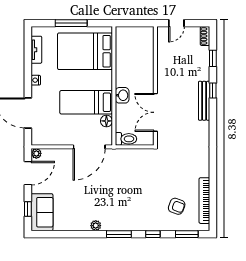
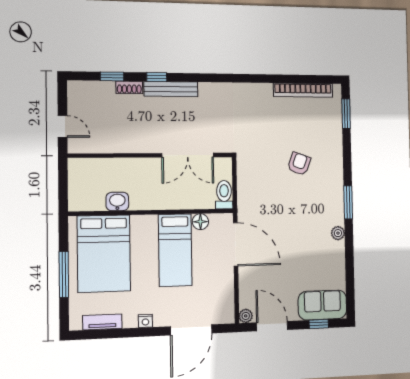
shoe rack: (205, 36) -> (129, 87), moved
washbasin: (122, 95) -> (117, 201), moved
armchair: (177, 206) -> (299, 164), moved
window: (153, 234) -> (347, 158), removed

